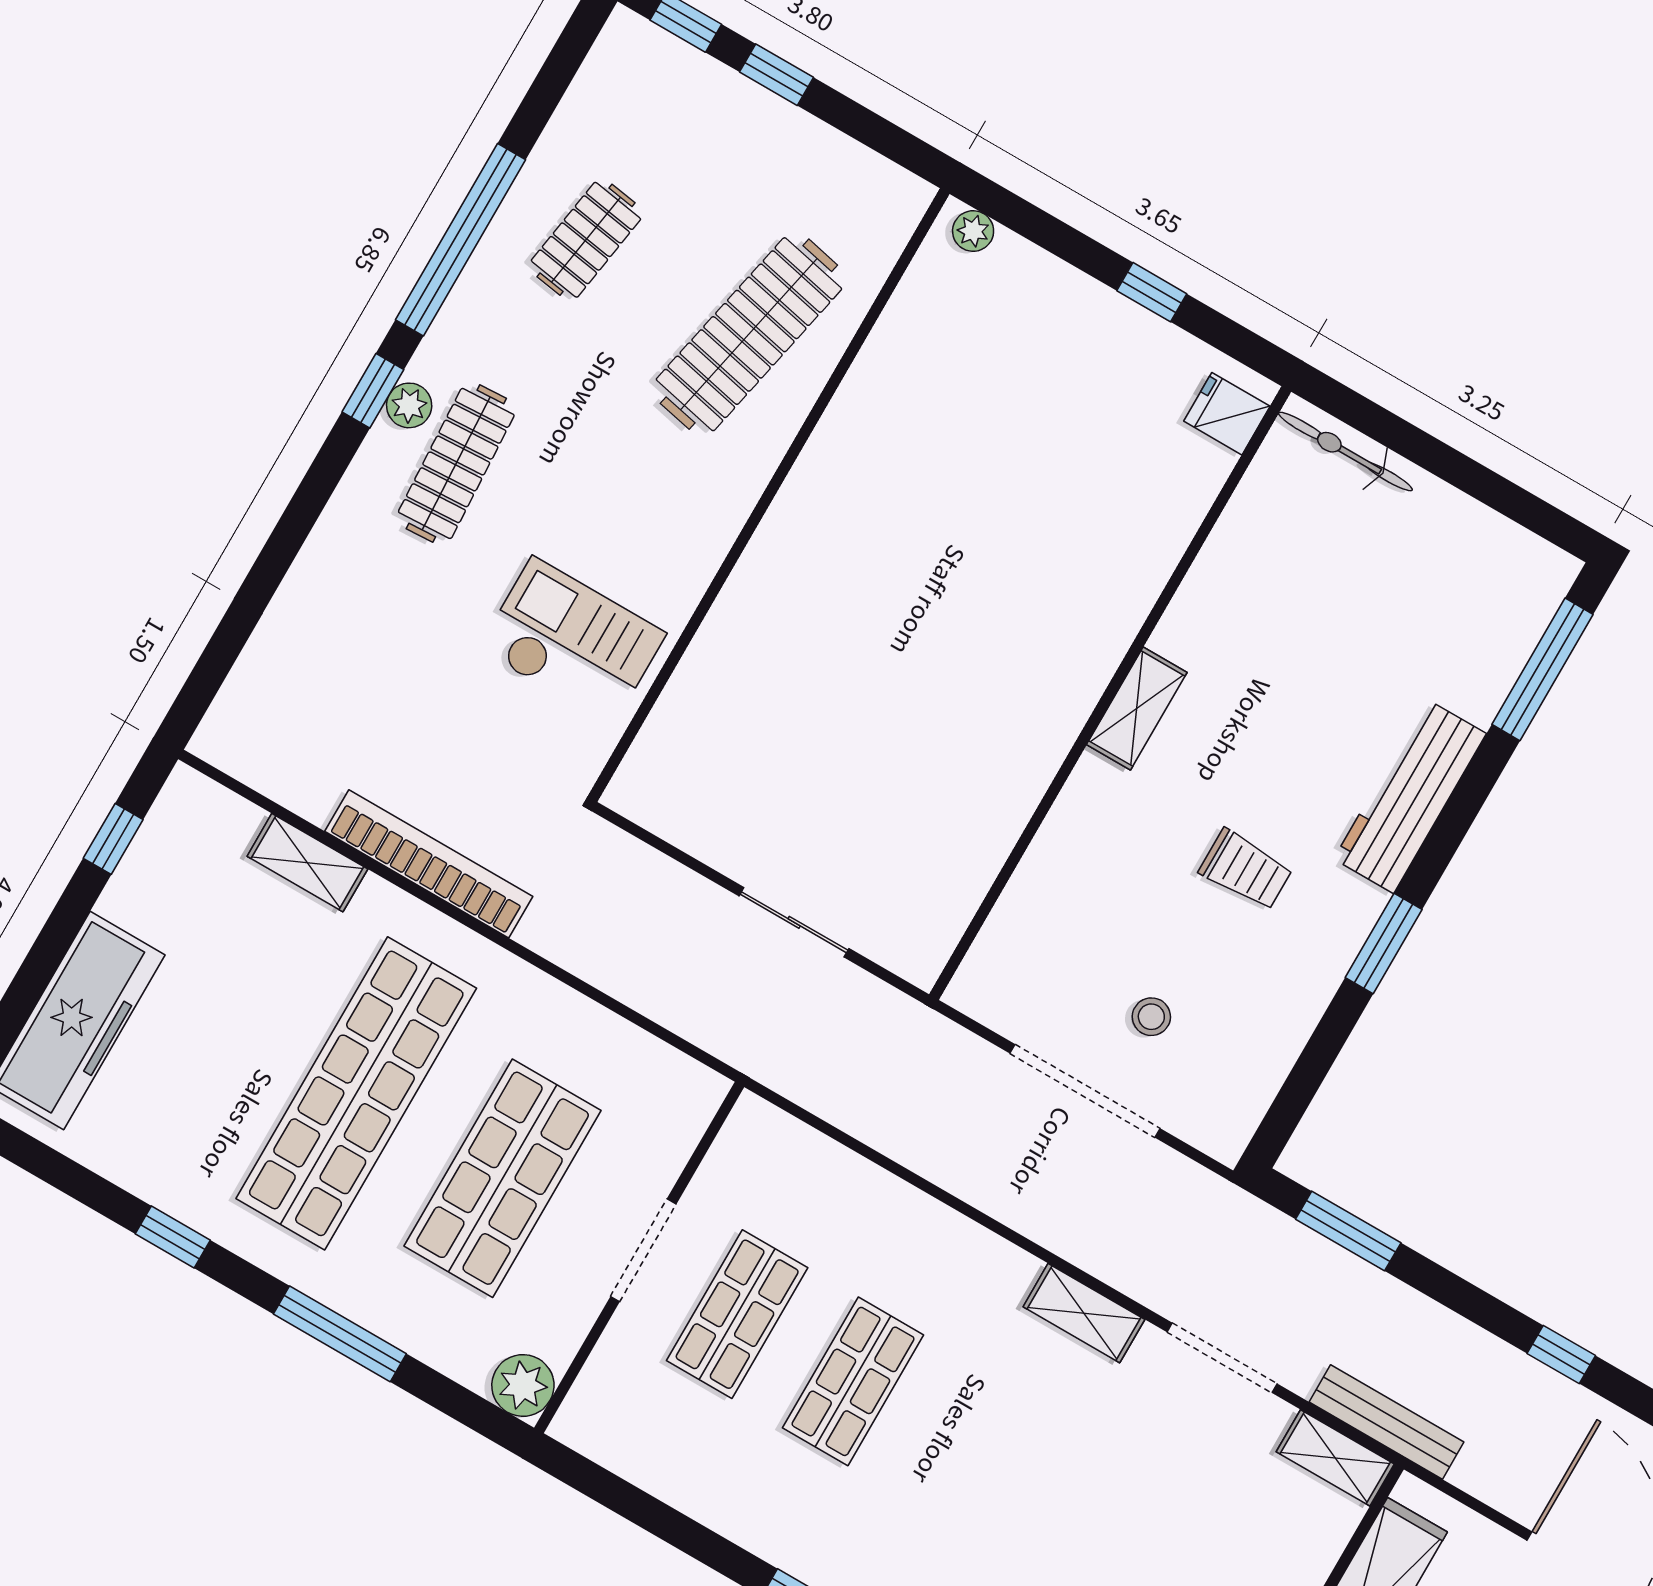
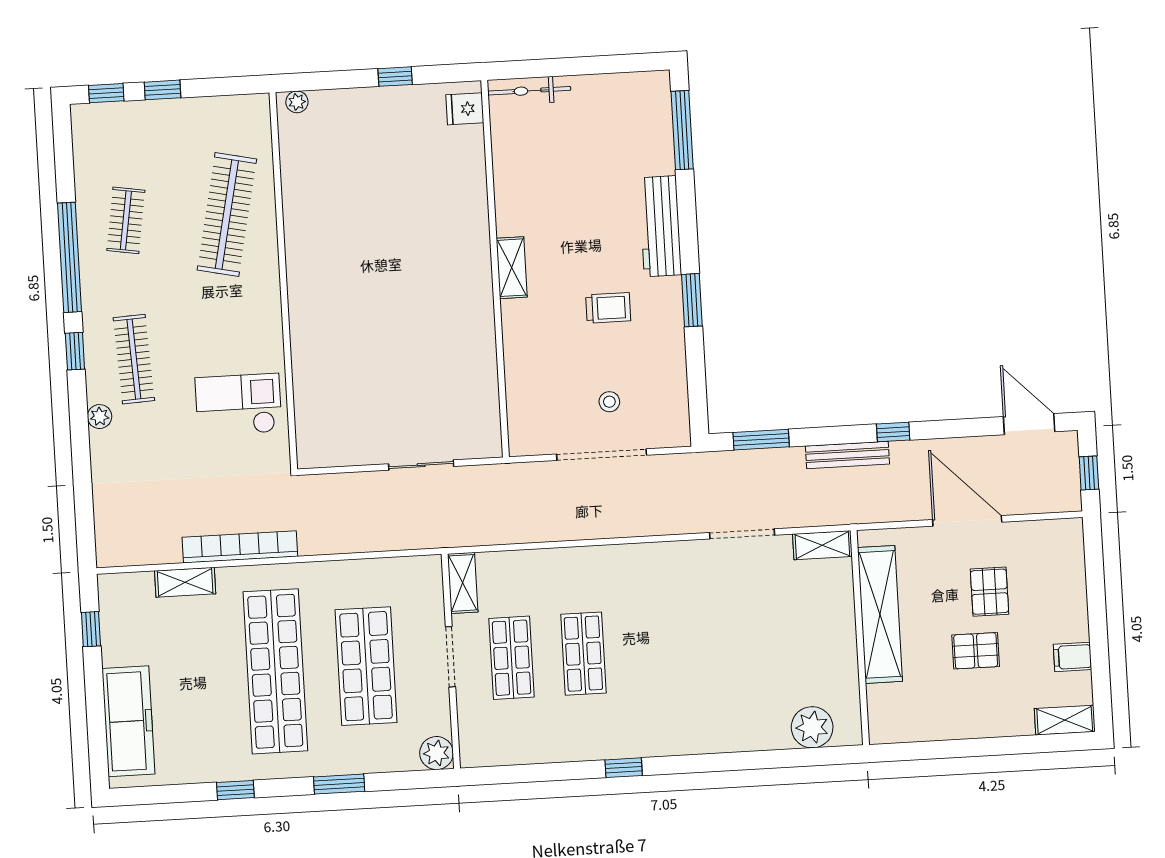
plant: (409, 405) -> (100, 417), moved
shelving: (1084, 1313) -> (463, 583), moved, turned 90
window: (340, 1334) -> (339, 784), width x0.69
bench: (1386, 1422) -> (847, 455), moved

